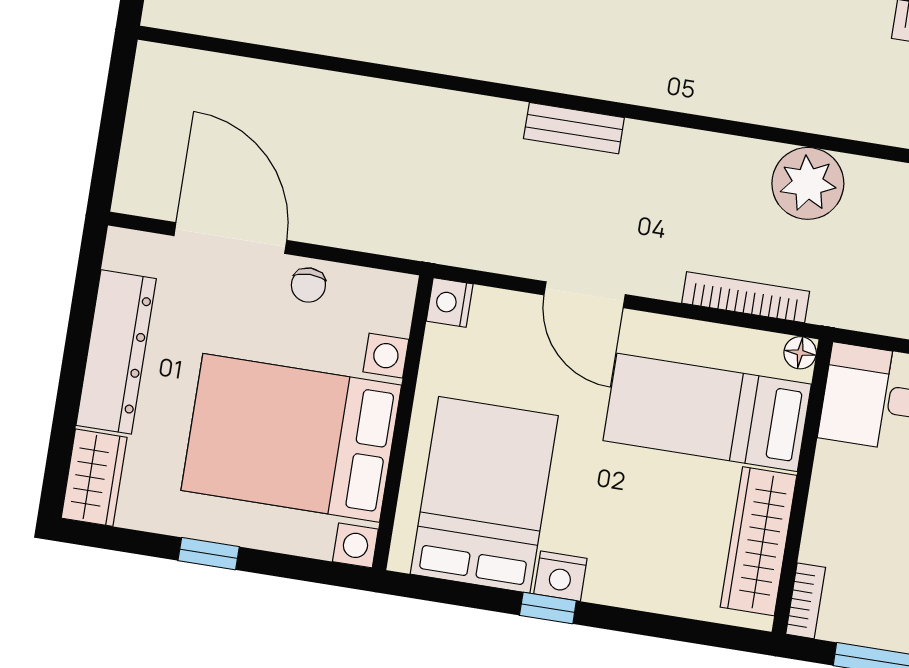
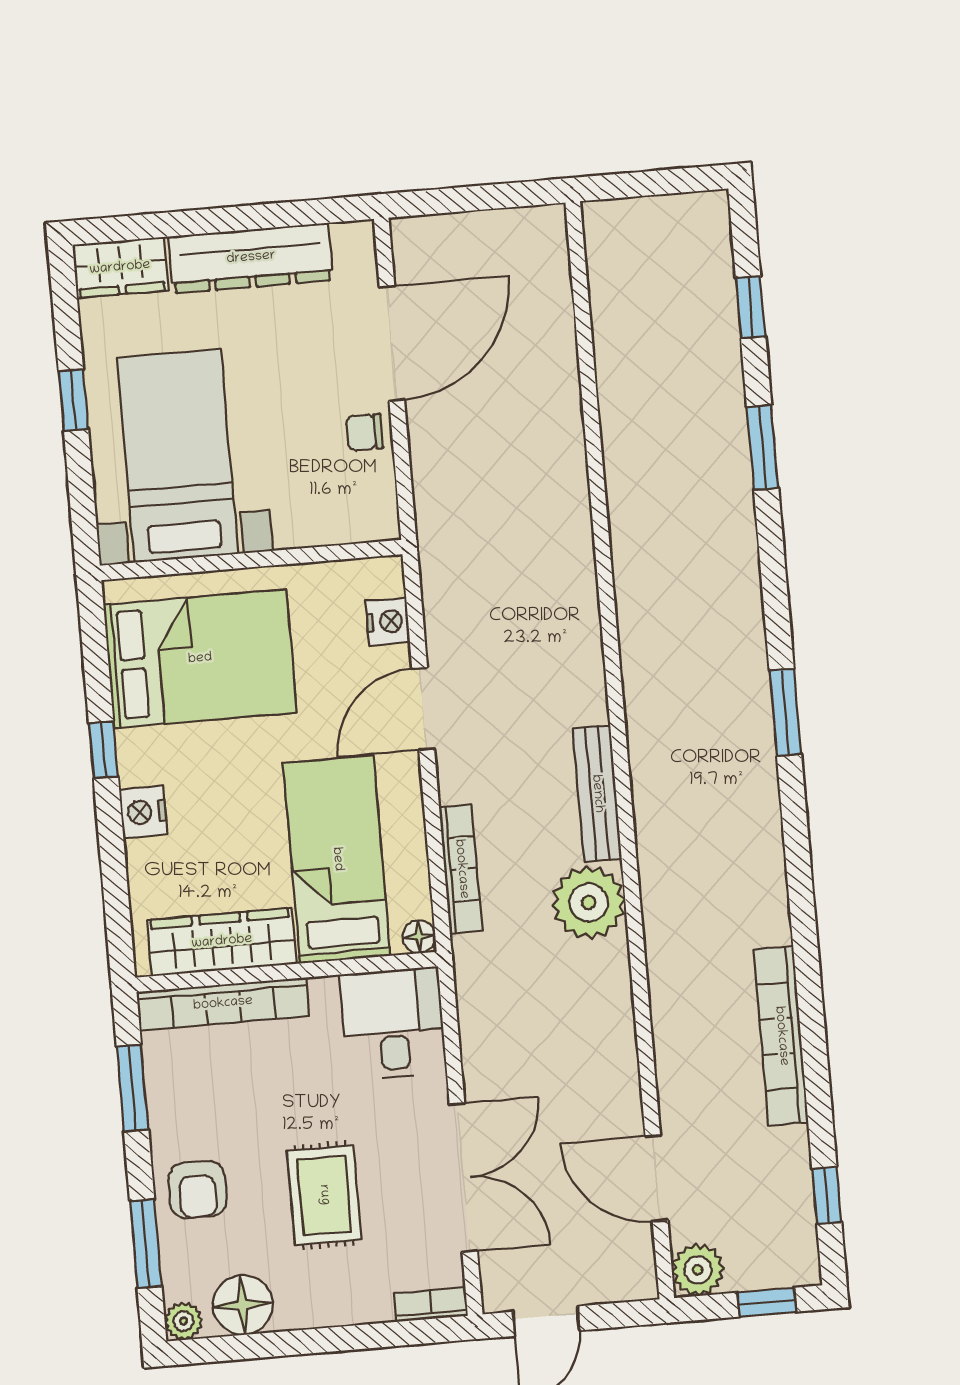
bench: (574, 128) -> (597, 794), moved, width x1.36
nightstand: (450, 303) -> (388, 621), moved, turned 90
bed with nightstands: (291, 438) -> (178, 456), width x0.73
nightstand: (560, 576) -> (143, 812), moved
bookcase: (806, 601) -> (223, 1004), width x2.31, depth x1.31

